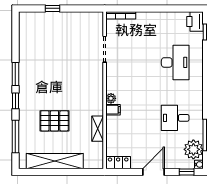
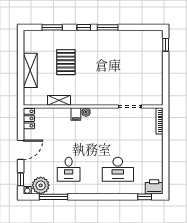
window: (52, 8) -> (166, 45), moved
desk: (175, 118) -> (69, 169), turned 180
window: (15, 136) -> (52, 27), width x0.69
shelving: (55, 161) -> (30, 70), width x0.68
door: (153, 172) -> (21, 150), hinge flipped

